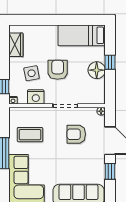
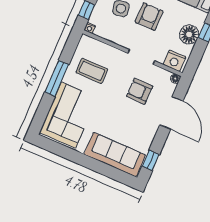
nightstand: (36, 97) -> (175, 61), moved
window: (110, 171) -> (151, 160), moved

